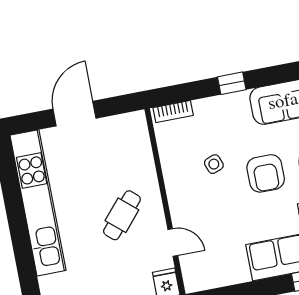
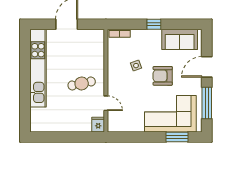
armchair: (266, 173) -> (163, 76), turned 90
cafe table: (122, 215) -> (82, 83), turned 37

